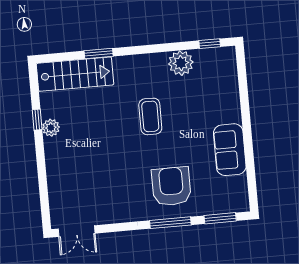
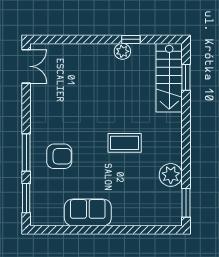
window: (210, 44) -> (186, 203), width x1.50
window: (99, 54) -> (186, 77), moved
armchair: (171, 186) -> (59, 156), width x0.73, depth x0.73
double door: (77, 231) -> (26, 66), swing flipped

